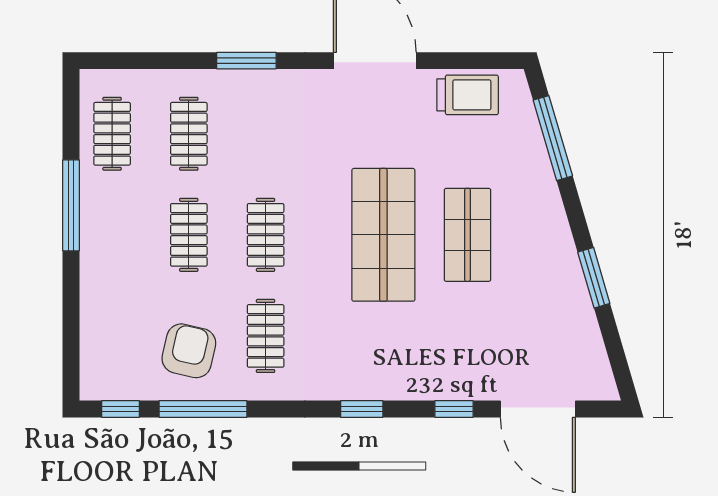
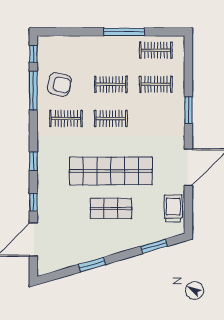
trolley: (468, 95) -> (173, 208), turned 180
window: (553, 138) -> (154, 246), width x0.69
shop shelf: (383, 235) -> (111, 171), width x1.40

